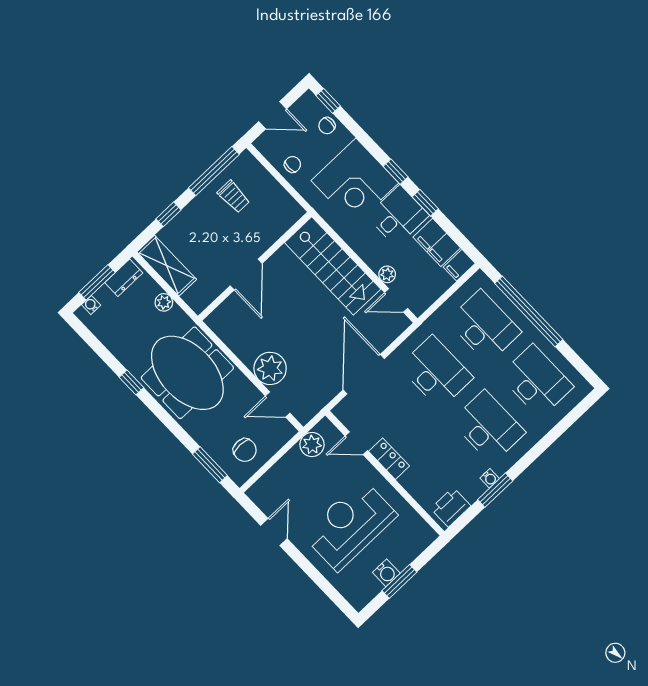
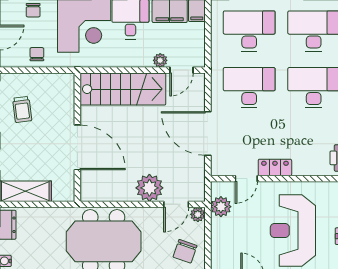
trolley: (234, 197) -> (22, 109), turned 83
door: (246, 275) -> (77, 147), width x1.36
plant: (164, 302) -> (198, 214), moved
chair: (245, 450) -> (185, 251), turned 109

